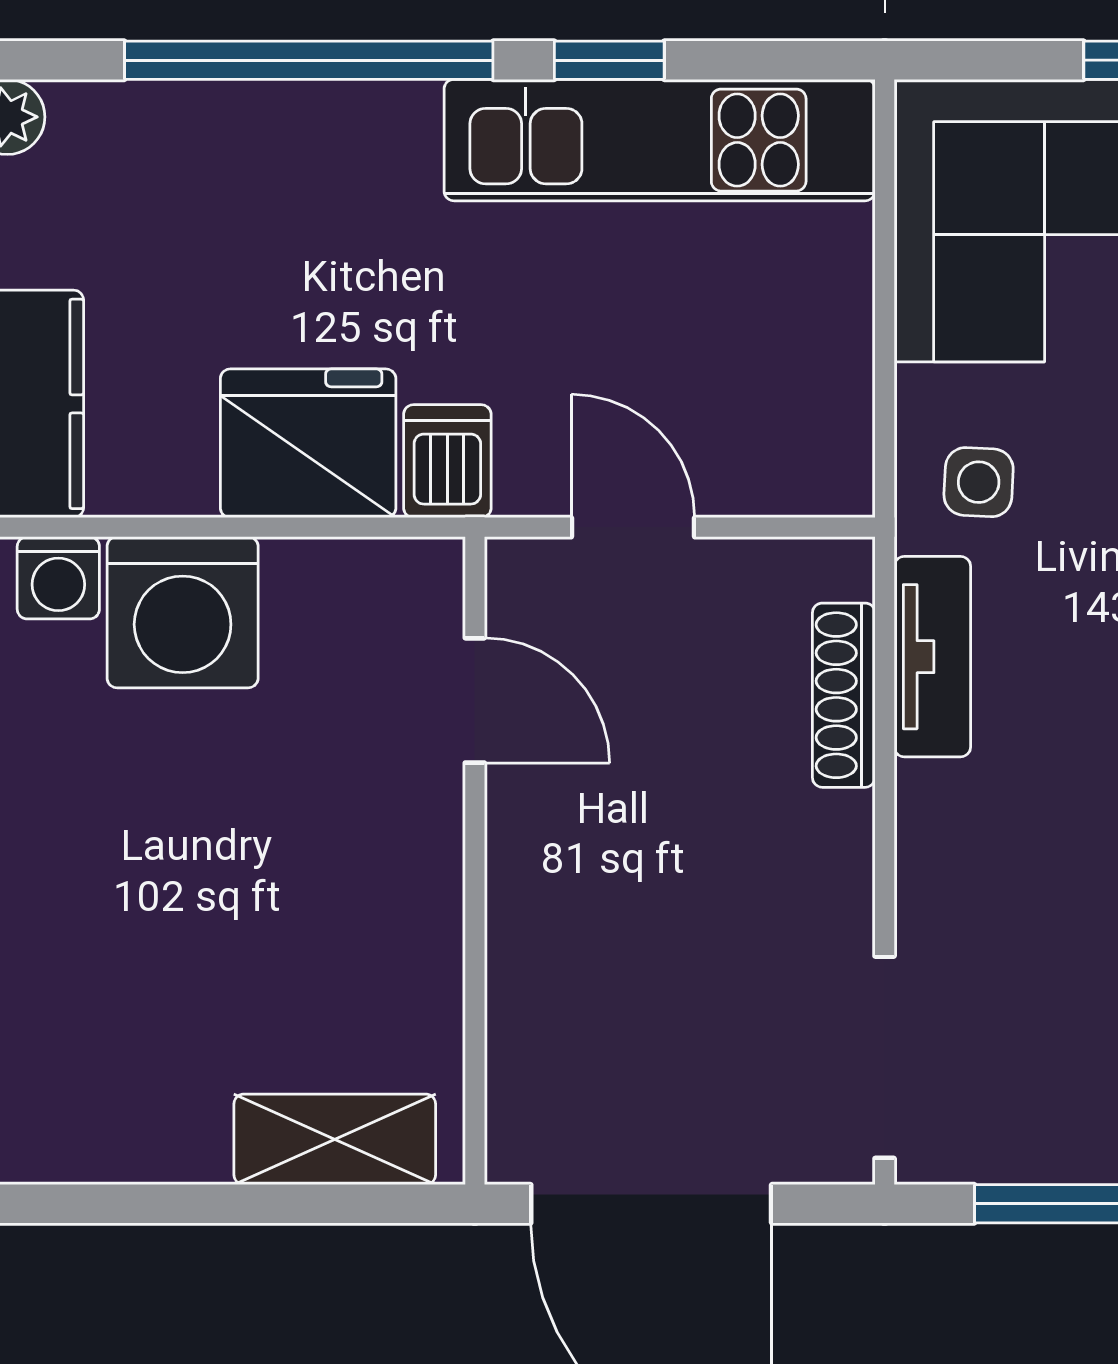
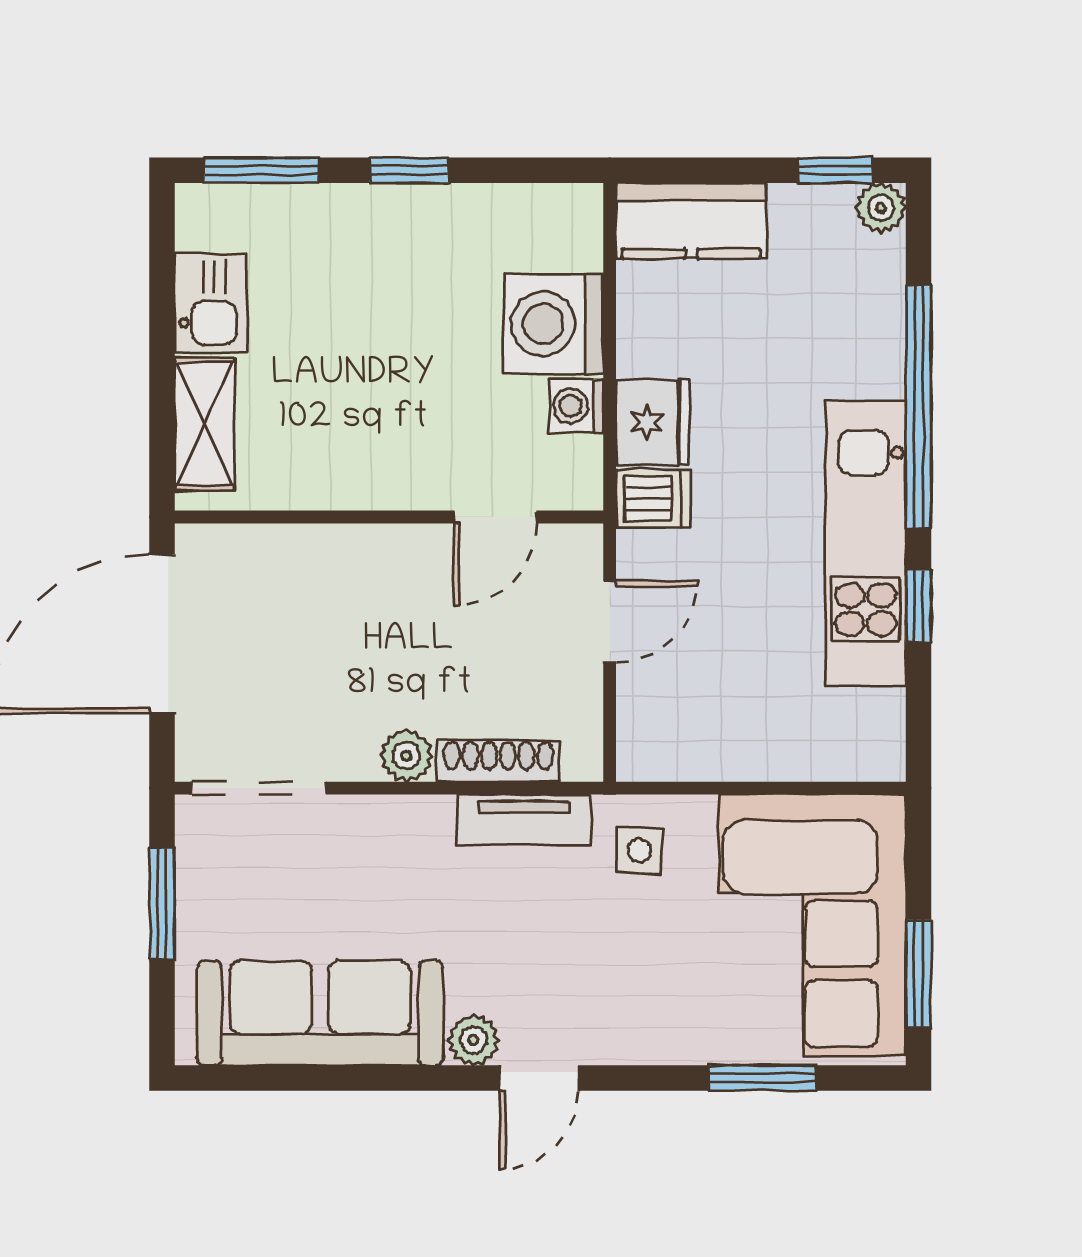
kitchen unit: (660, 140) -> (866, 544), moved
fridge: (308, 443) -> (653, 422), width x0.73, depth x0.75
washing machine: (58, 578) -> (576, 406), moved
plant: (836, 834) -> (406, 756), added
kitchen sink: (151, 1130) -> (211, 303), added

